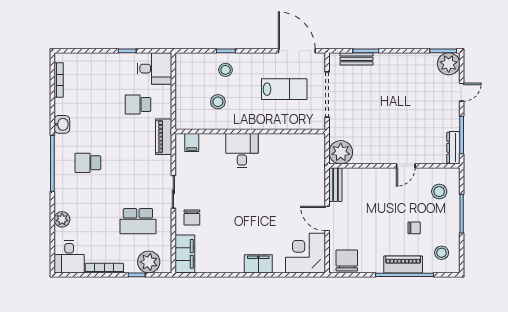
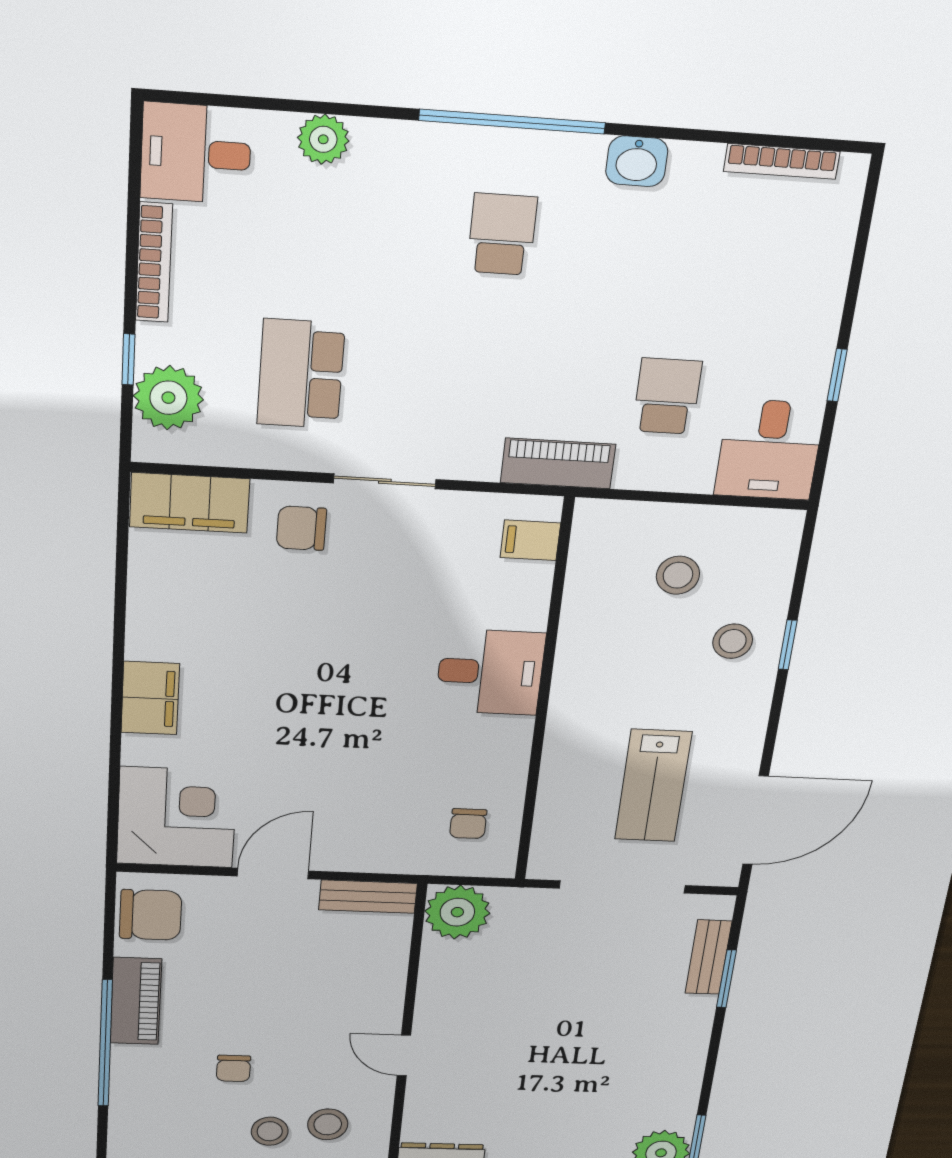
stool: (218, 102) -> (678, 575), moved
chair: (303, 152) -> (468, 824), added
stool: (442, 253) -> (270, 1131), moved
piano: (403, 264) -> (136, 1001), moved

